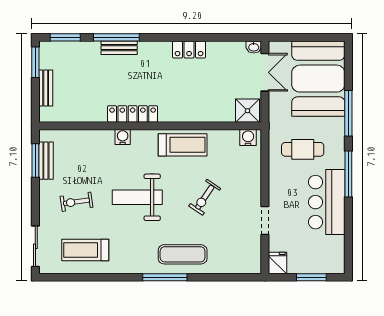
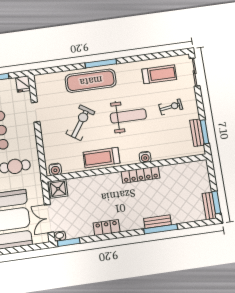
window: (65, 37) -> (69, 242), moved
bench: (46, 88) -> (209, 206), moved
exercise bike: (205, 197) -> (80, 123), width x1.38, depth x1.39
exercise mat: (183, 254) -> (91, 81), width x1.36, depth x1.45

